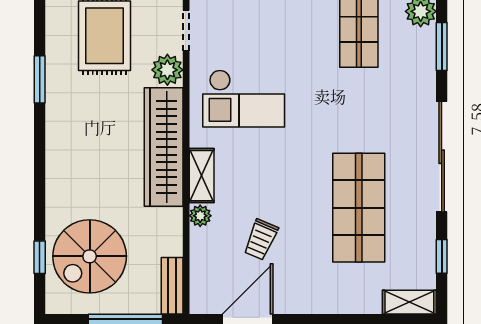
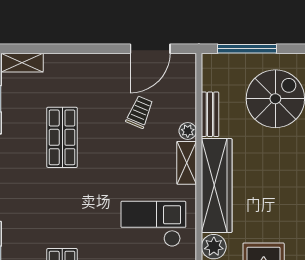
shop shelf: (359, 208) -> (62, 137), width x0.70, depth x0.74
bench: (172, 286) -> (210, 114), moved

